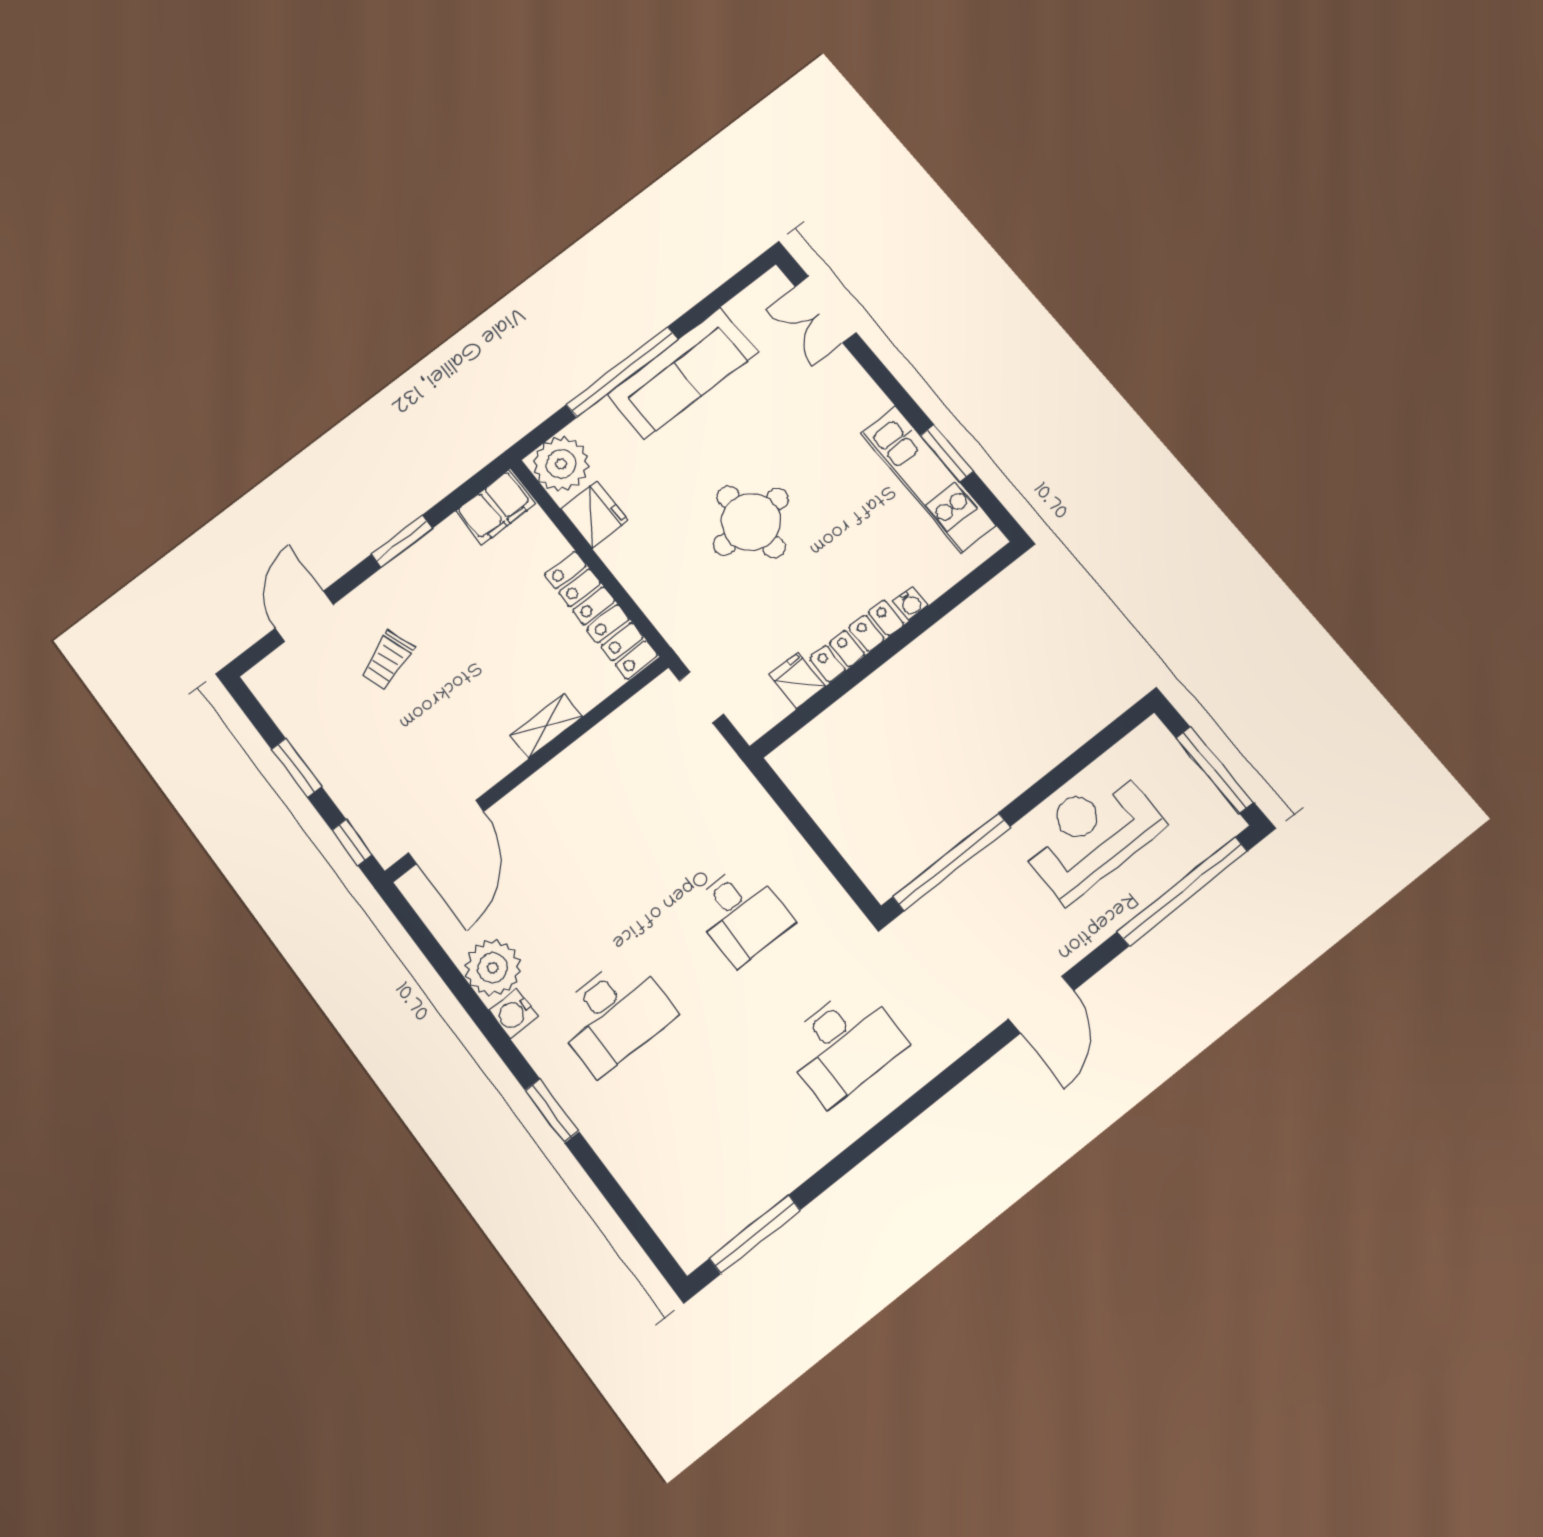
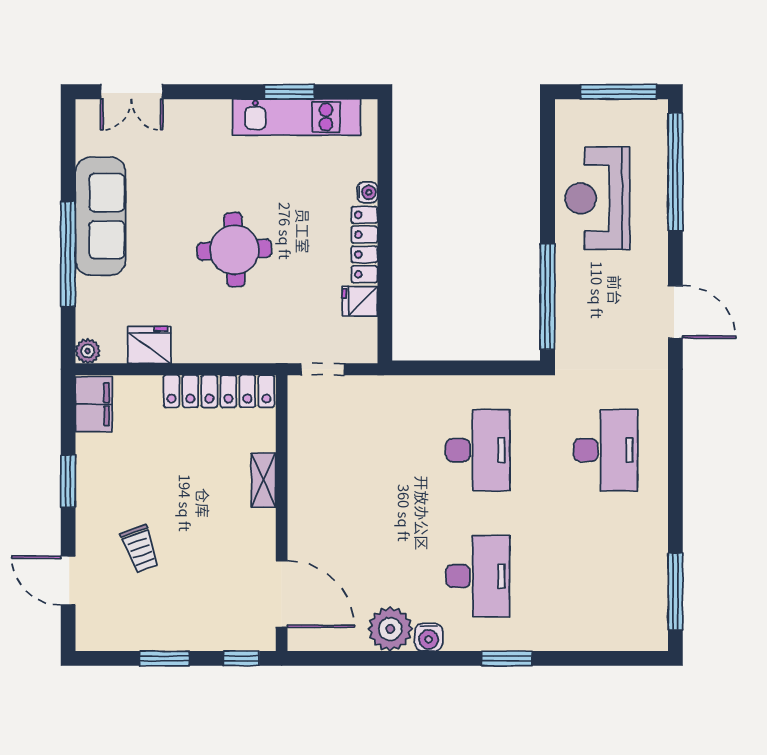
plant: (561, 464) -> (88, 351), width x0.53, depth x0.53
desk: (741, 914) -> (478, 450), width x1.37

